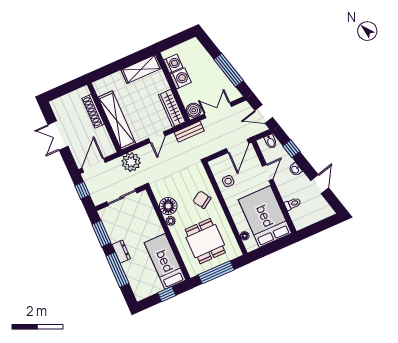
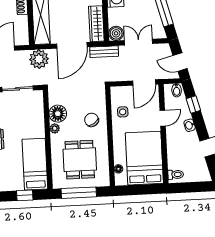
door: (157, 137) -> (72, 45), width x1.87
toilet: (293, 204) -> (176, 175), moved

